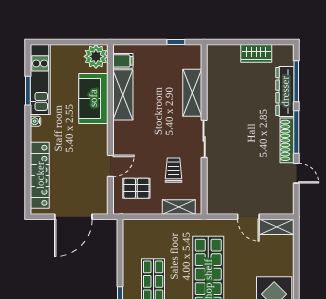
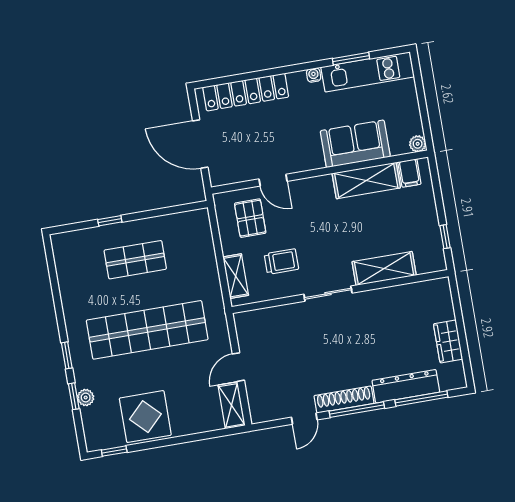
plant: (96, 56) -> (418, 144), width x0.53, depth x0.53

